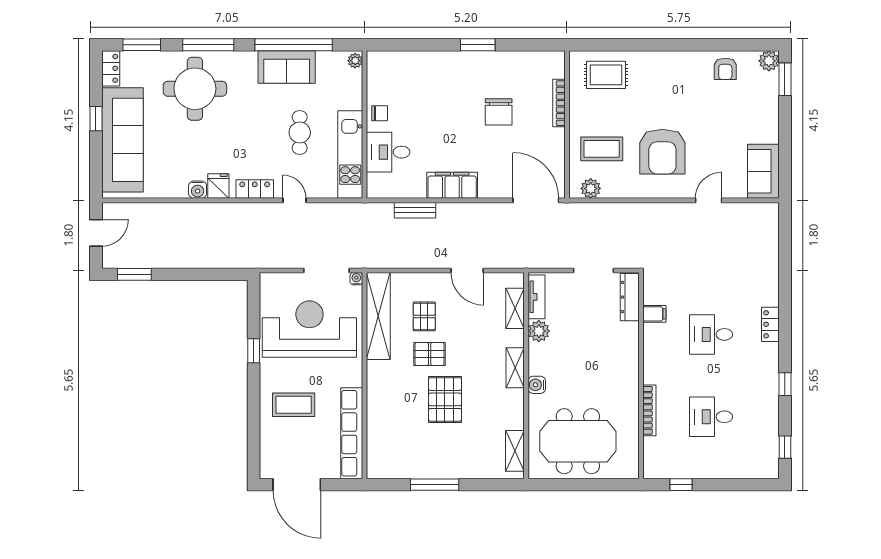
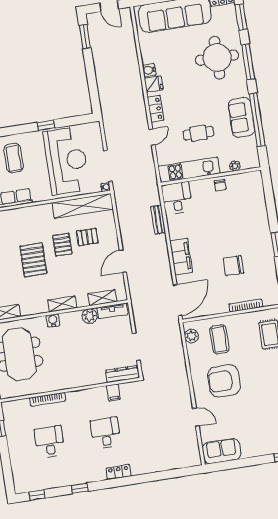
plant: (355, 61) -> (235, 166), moved
desk: (388, 152) -> (177, 198), moved
filing cabinet: (452, 185) -> (181, 257), moved
pallet: (445, 399) -> (33, 260), turned 90

